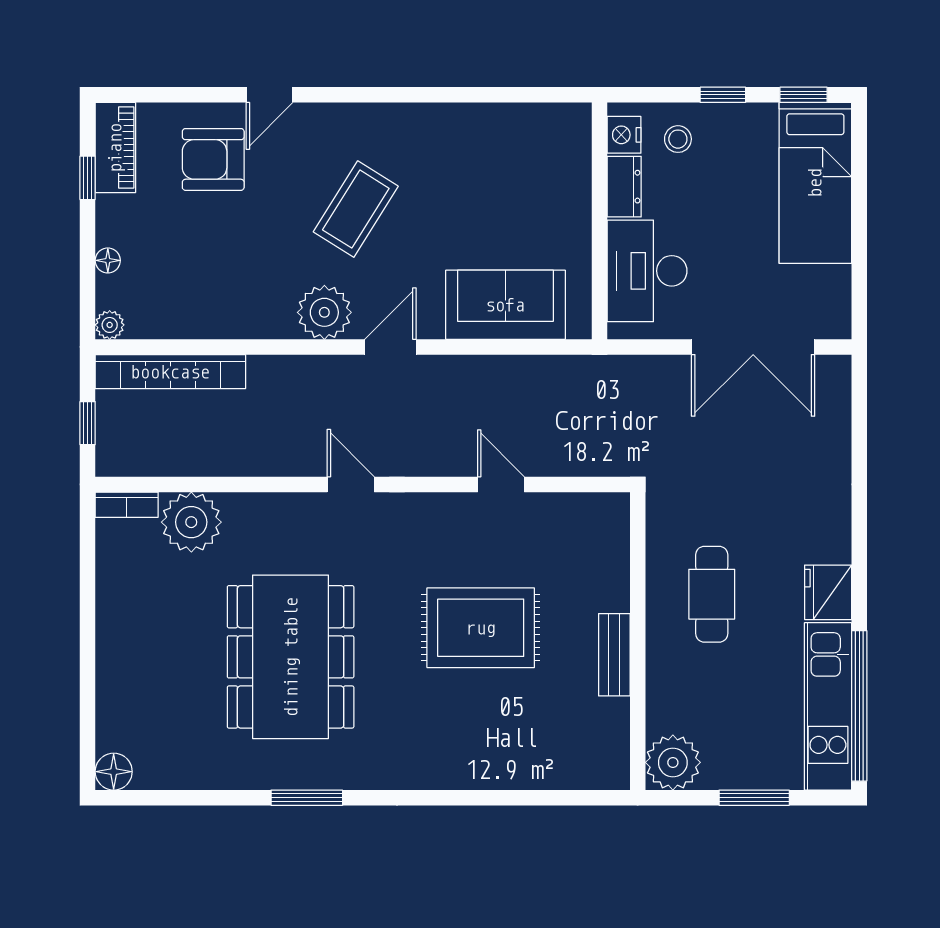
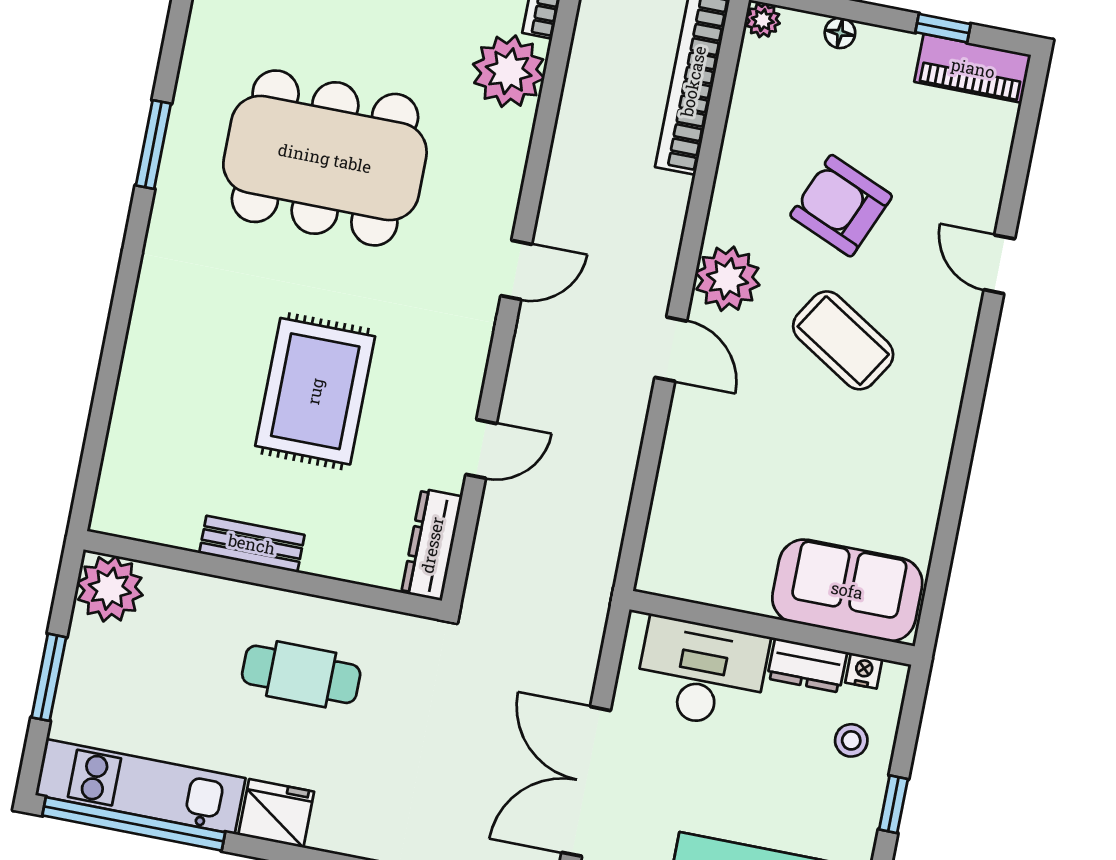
nightstand: (624, 135) -> (864, 671), width x0.72, depth x0.74
armchair: (213, 159) -> (841, 206), moved, turned -67
sofa: (505, 305) -> (847, 590), moved, turned -90
dresser: (586, 509) -> (432, 545), added

